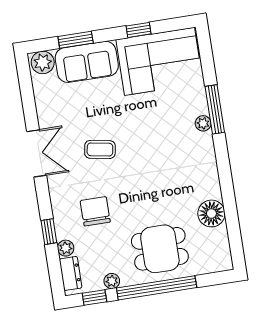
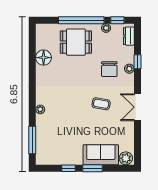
window: (76, 40) -> (92, 168), moved
corner sofa: (159, 61) -> (59, 149), removed
window: (215, 109) -> (32, 140), moved
plant: (66, 248) -> (129, 69), moved

